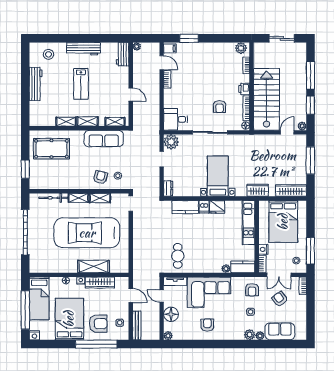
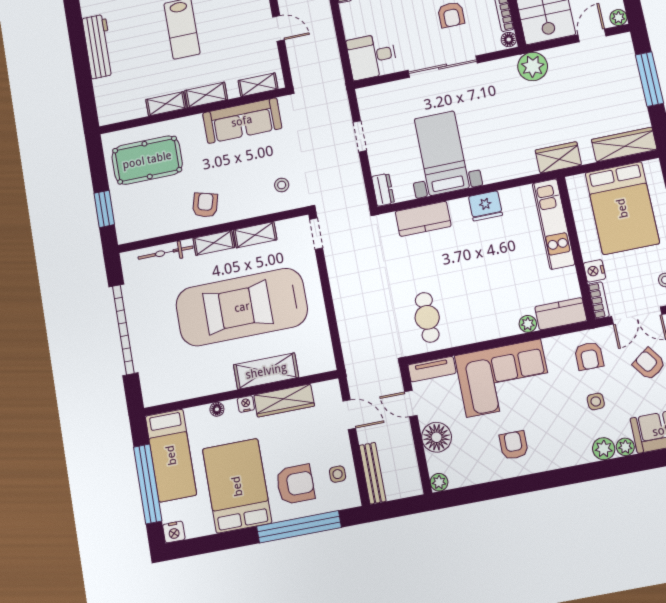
plant: (171, 142) -> (533, 66), moved
bed with nightstands: (218, 176) -> (442, 153), moved
armchair: (100, 177) -> (205, 205), moved
dishwasher: (204, 207) -> (460, 211), removed

